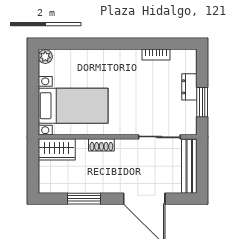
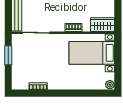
dresser: (189, 87) -> (17, 65), removed

